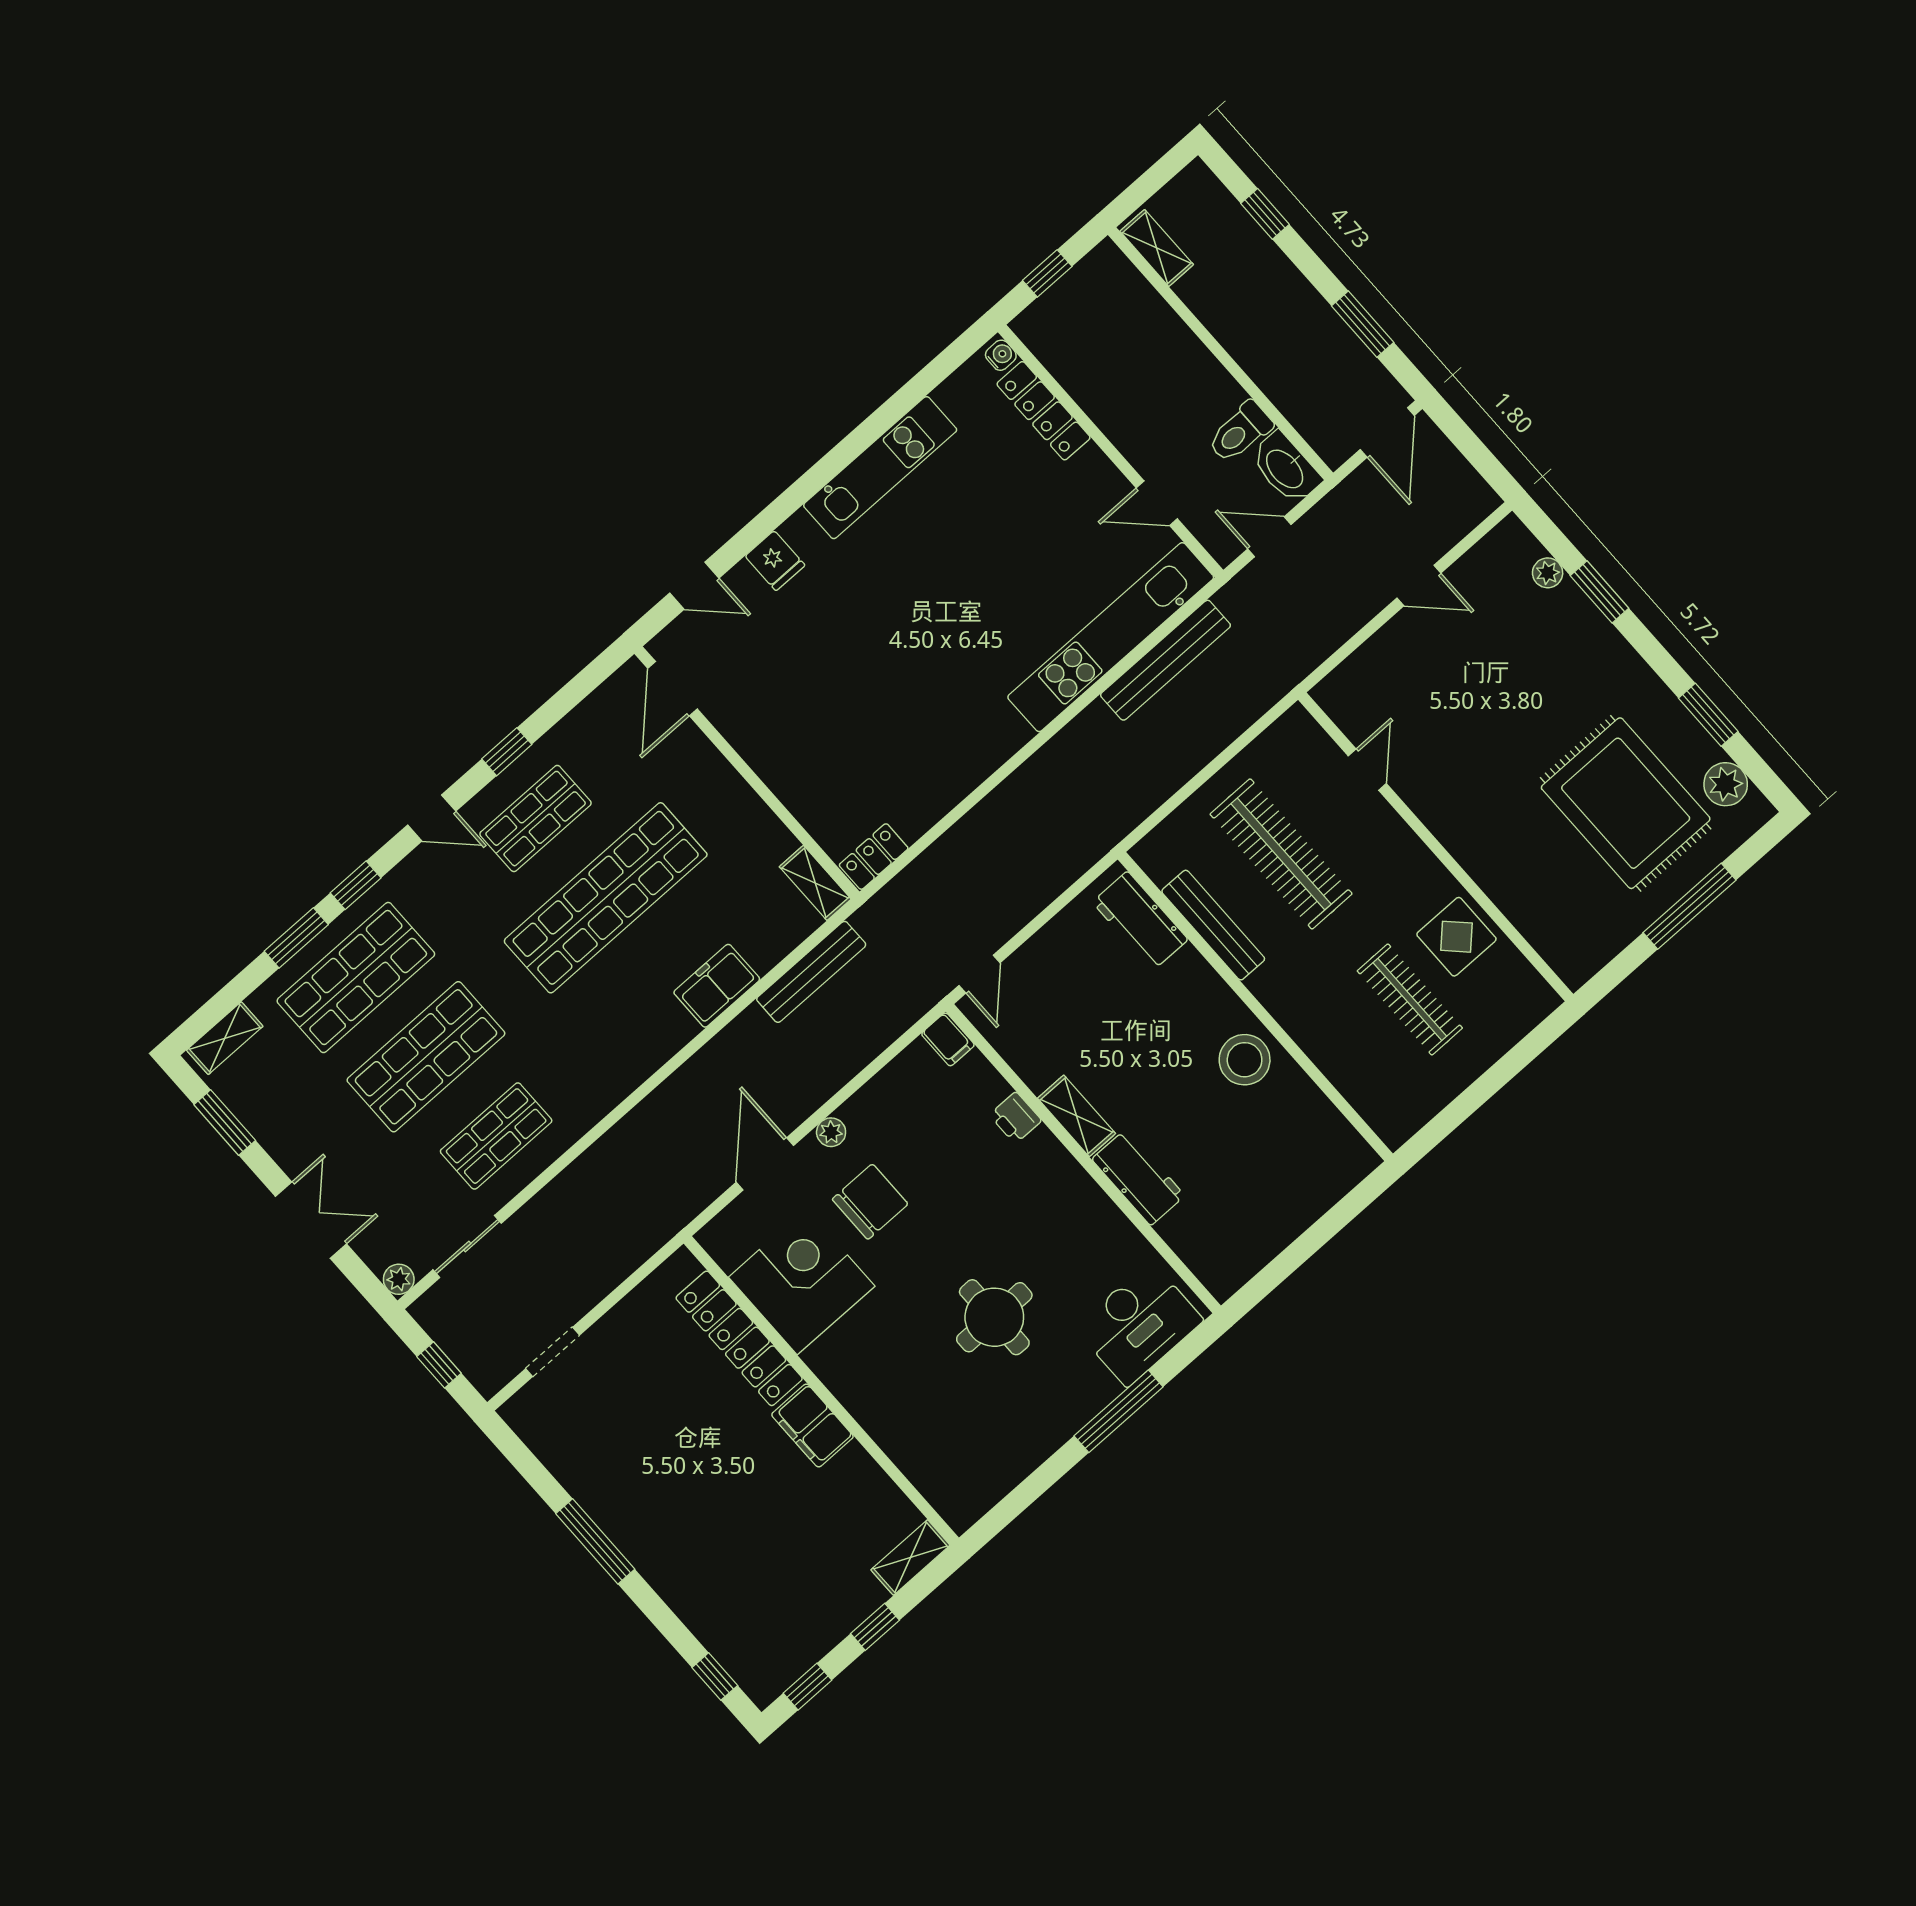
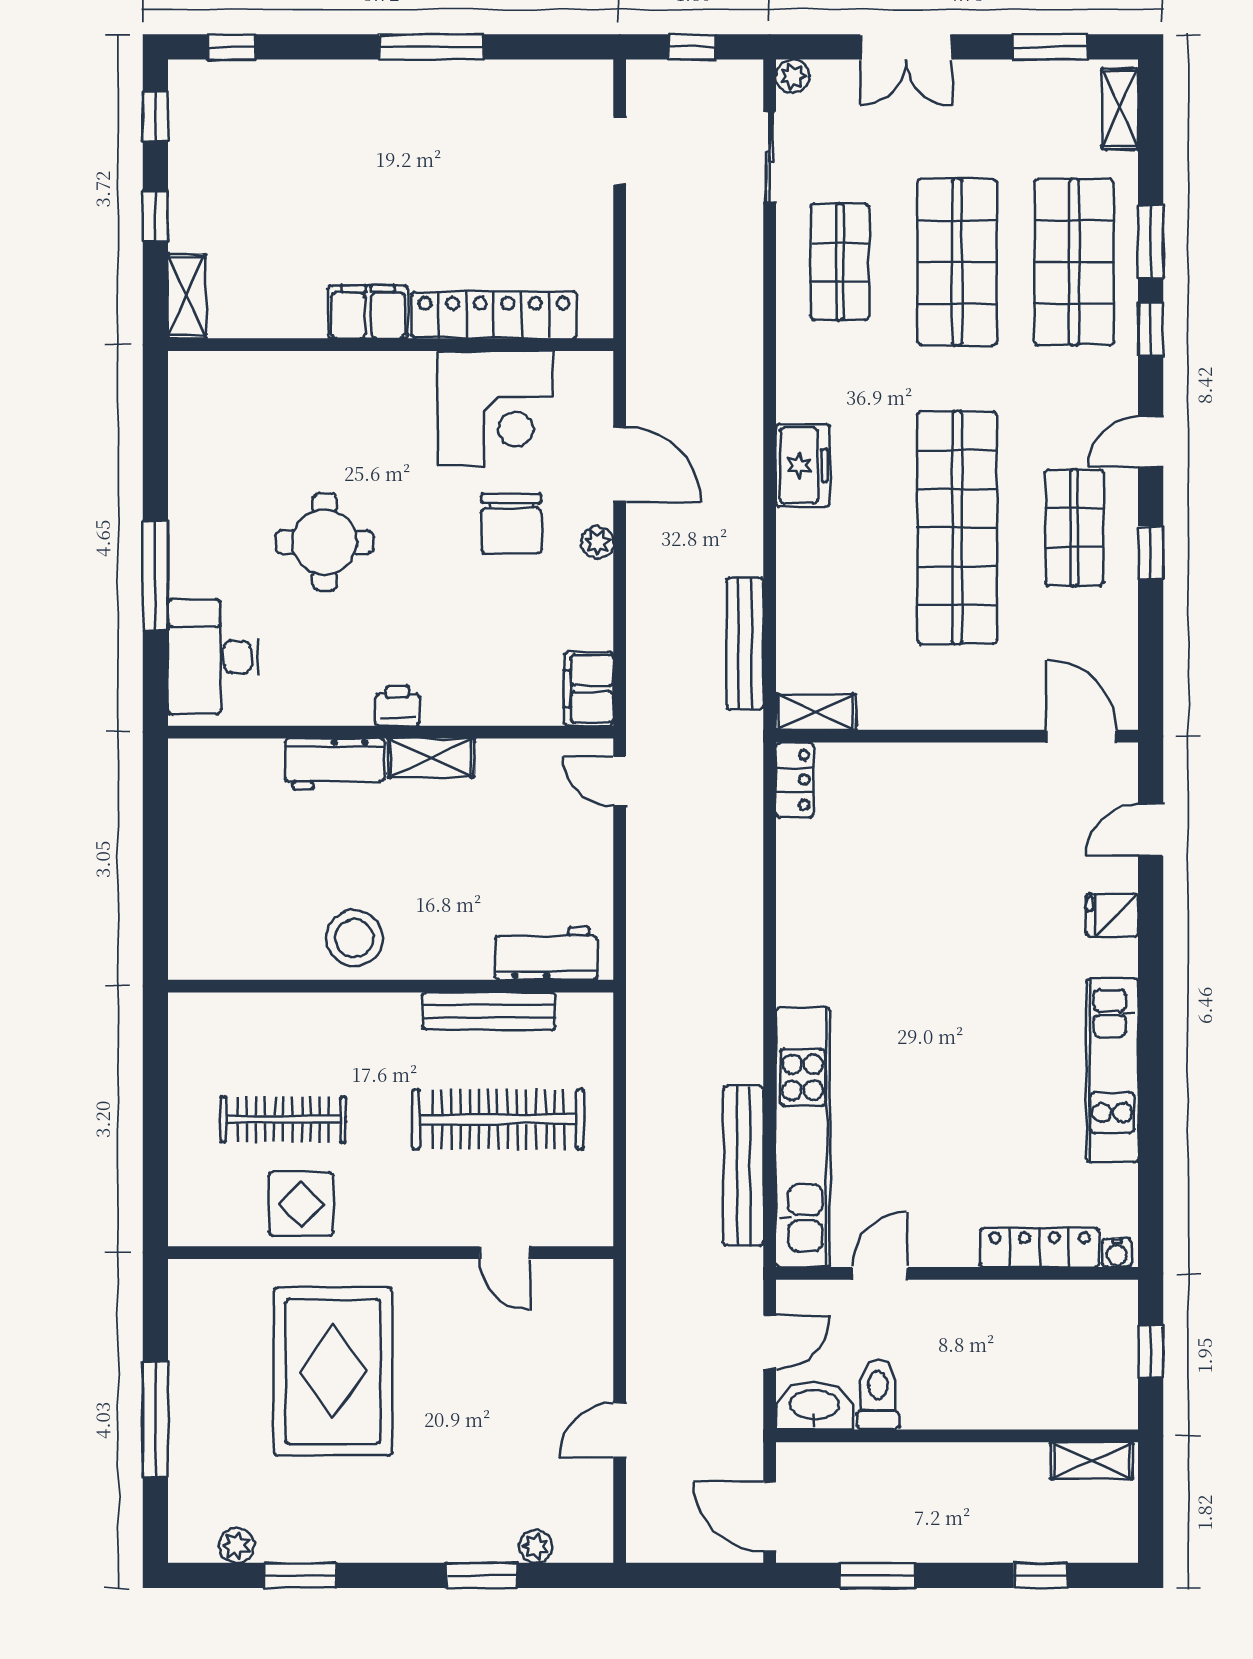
plant: (1726, 784) -> (237, 1546), width x0.73, depth x0.73
rug: (1626, 803) -> (333, 1372), moved, turned 90
freezer: (717, 986) -> (803, 466), moved
filing cabinet: (948, 1039) -> (589, 689), width x2.00
printer: (1015, 1118) -> (397, 706), moved

